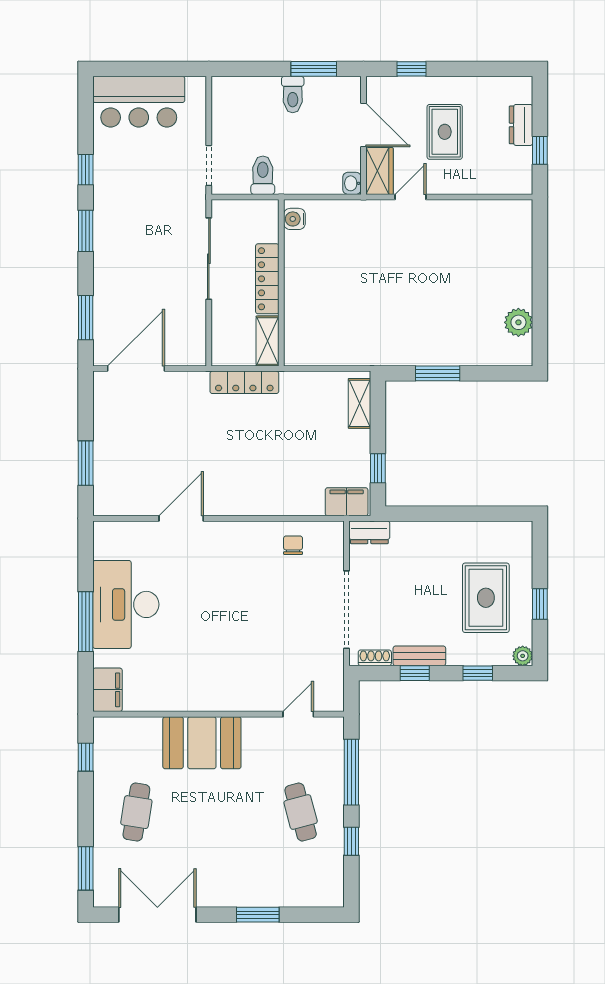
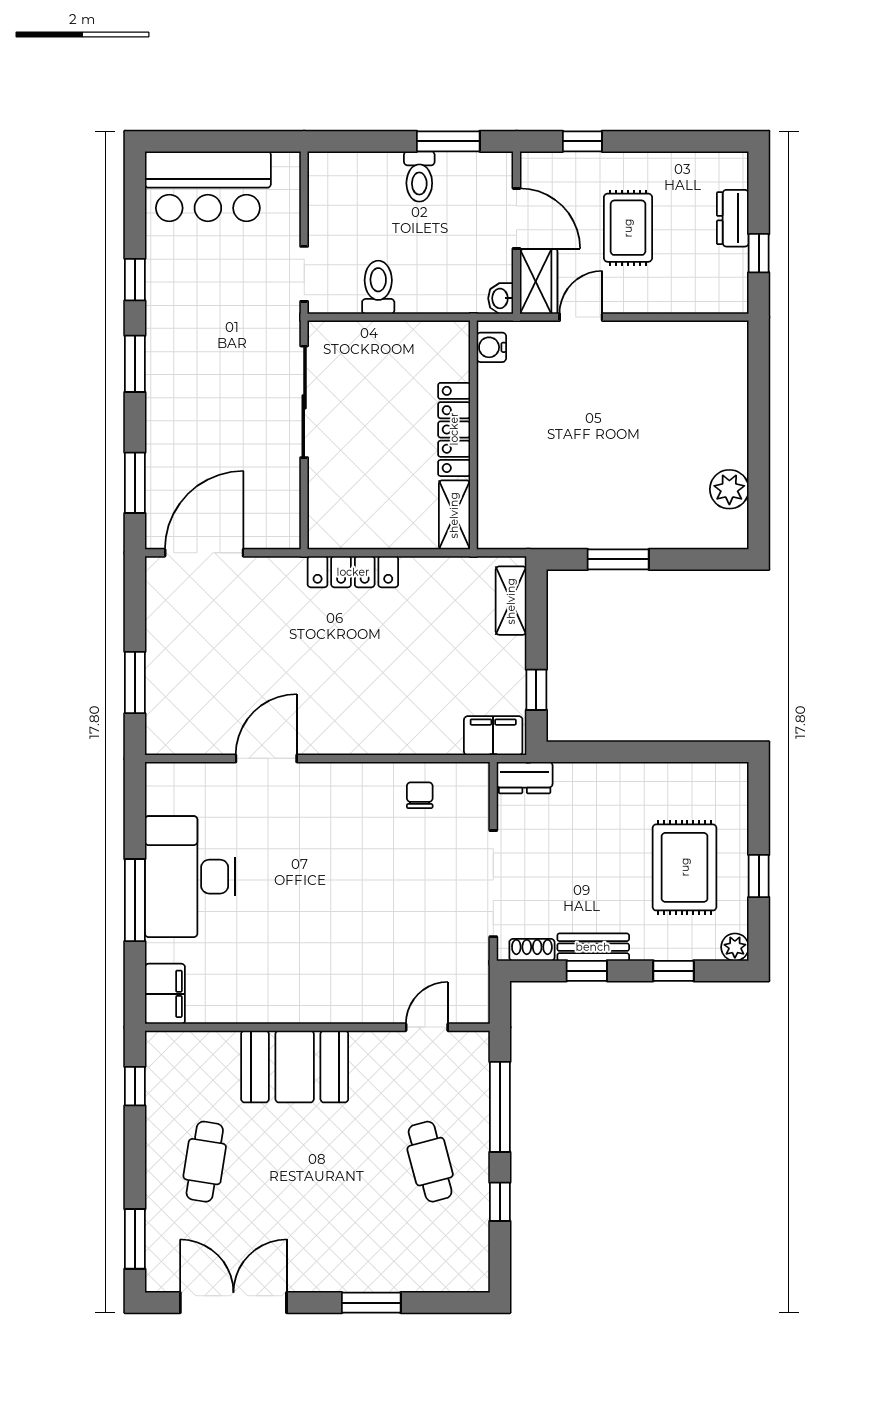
water cooler: (294, 219) -> (491, 347), moved
locker: (267, 279) -> (454, 429), moved
wall: (281, 283) -> (473, 435), moved
shelving: (268, 341) -> (454, 515), moved

